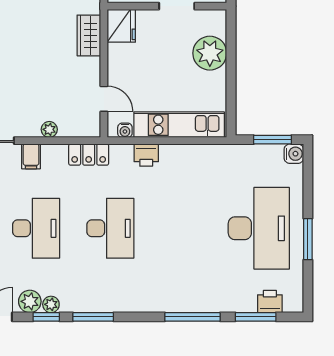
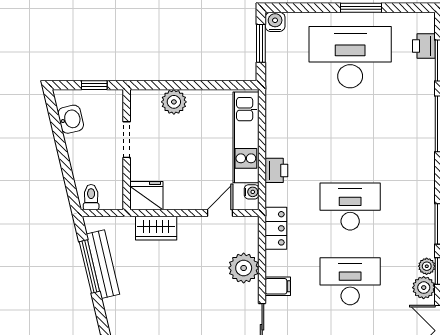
plant: (210, 53) -> (174, 102), width x0.73, depth x0.73
plant: (49, 129) -> (244, 268), width x1.87, depth x1.87

